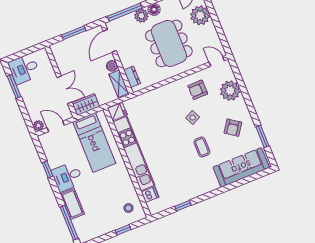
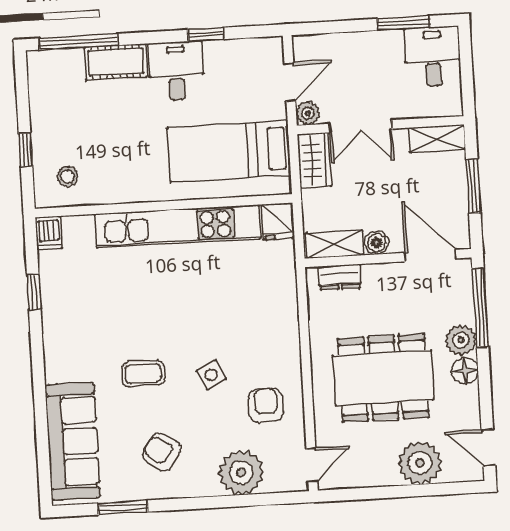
shelving: (59, 55) -> (437, 139), added
plant: (38, 126) -> (308, 113), moved
dishwasher: (150, 195) -> (49, 233), moved

